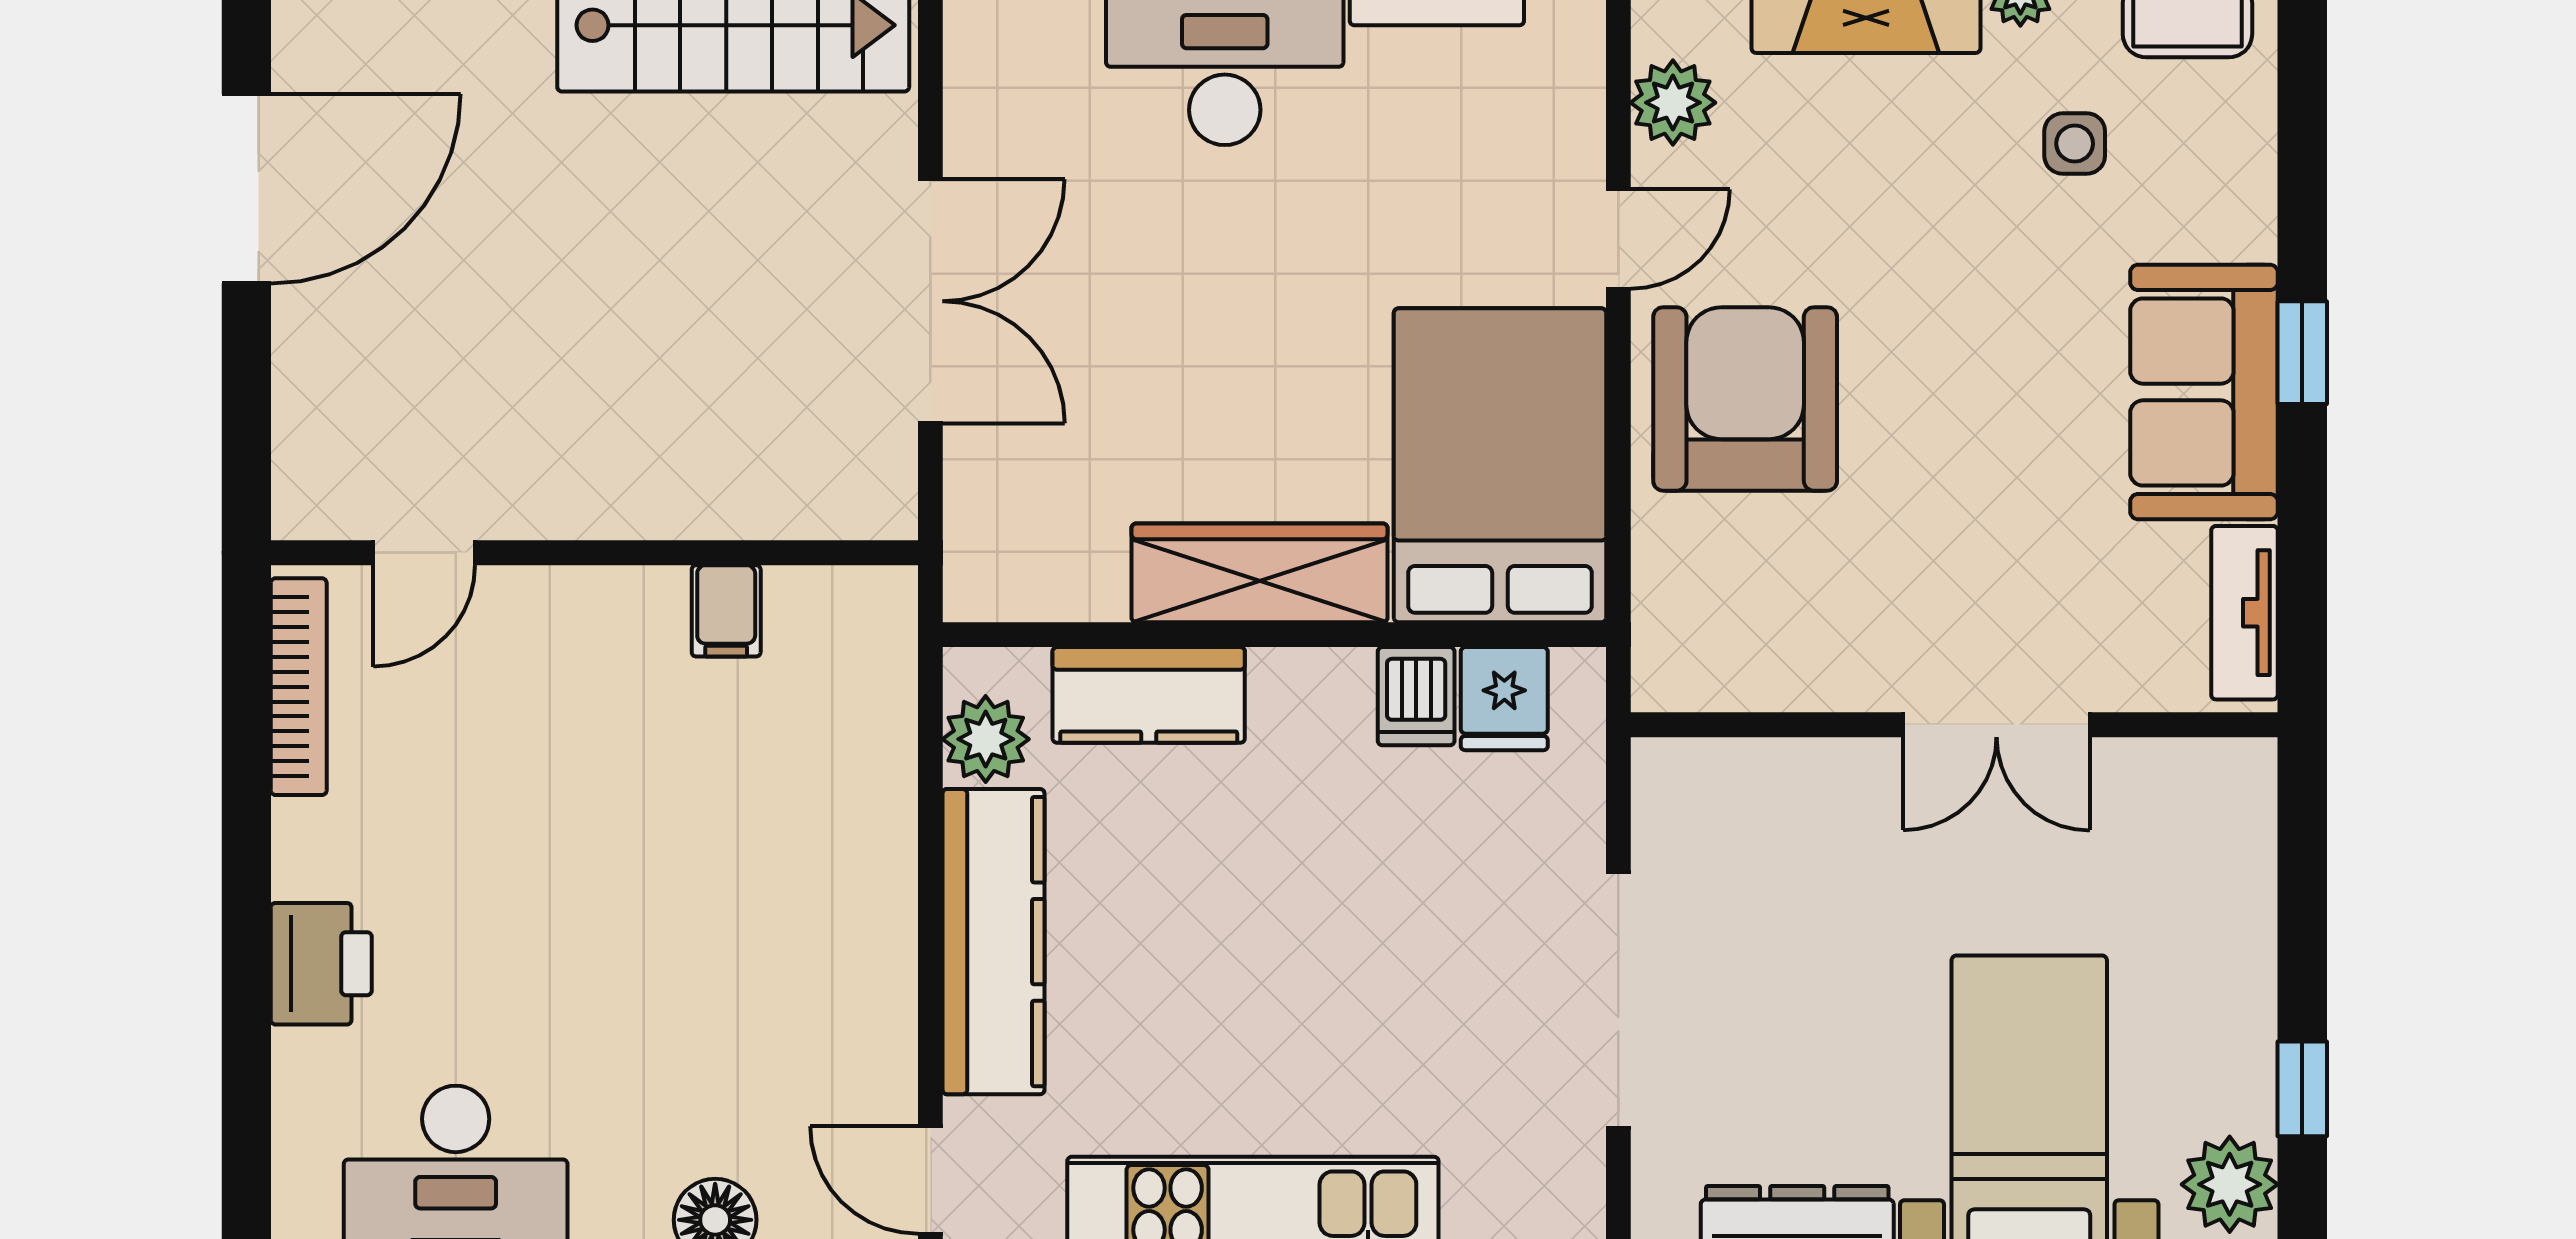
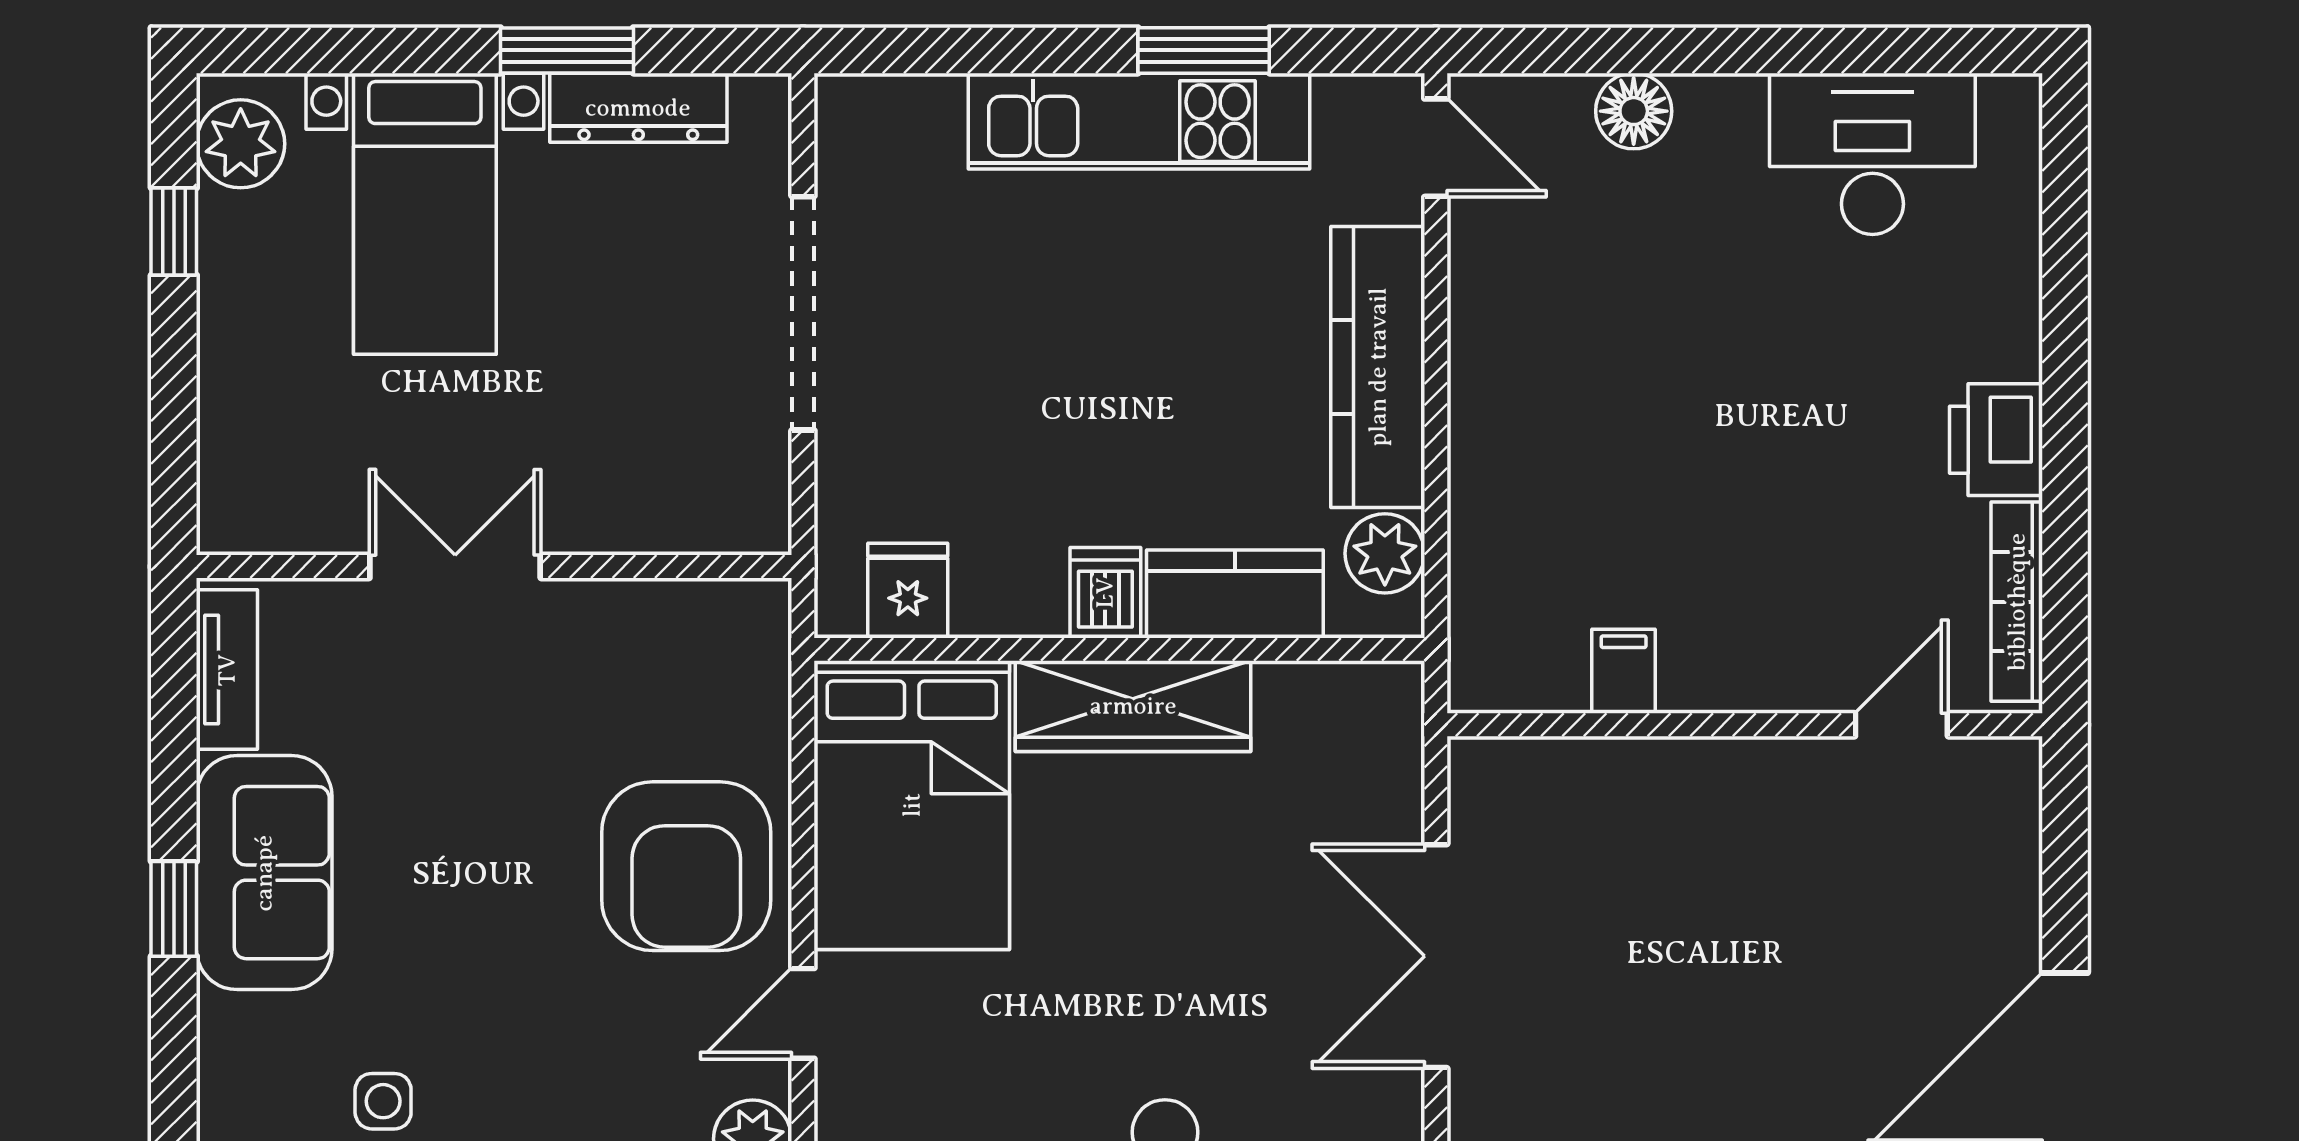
dishwasher: (1416, 696) -> (1105, 593), moved
printer: (321, 964) -> (1996, 440), moved

